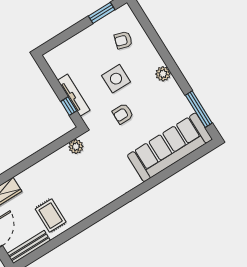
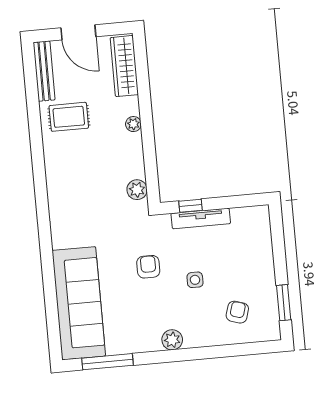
side table: (116, 79) -> (195, 280), width x0.54, depth x0.54
plant: (34, 171) -> (133, 124), added

